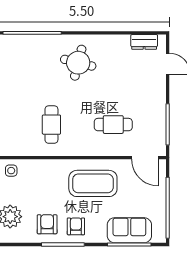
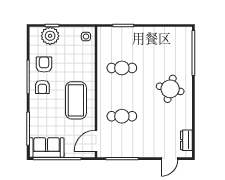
cafe table: (113, 125) -> (122, 116), turned 90
armchair: (47, 224) -> (44, 65), turned -90
armchair: (76, 226) -> (42, 87), turned 90
sofa: (129, 230) -> (47, 148), moved, turned -90

